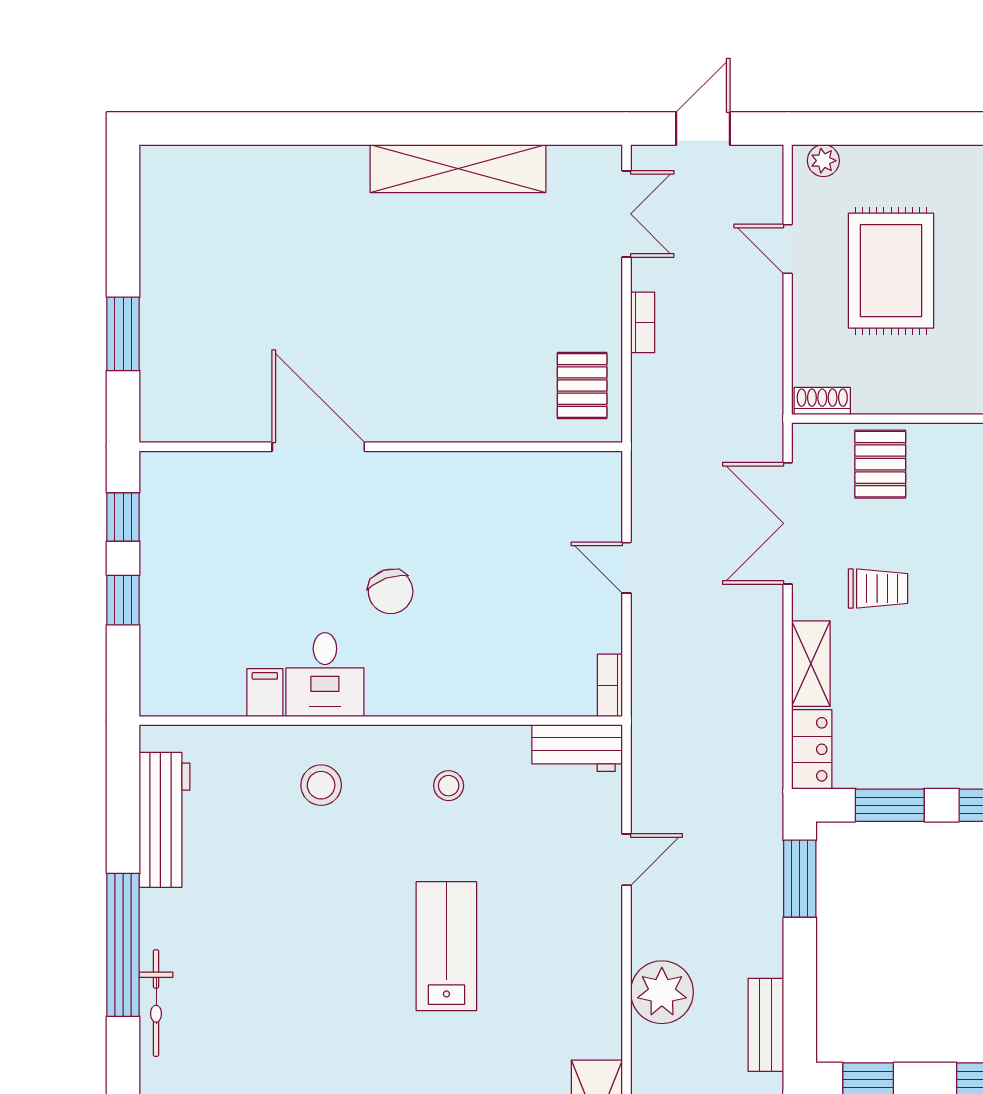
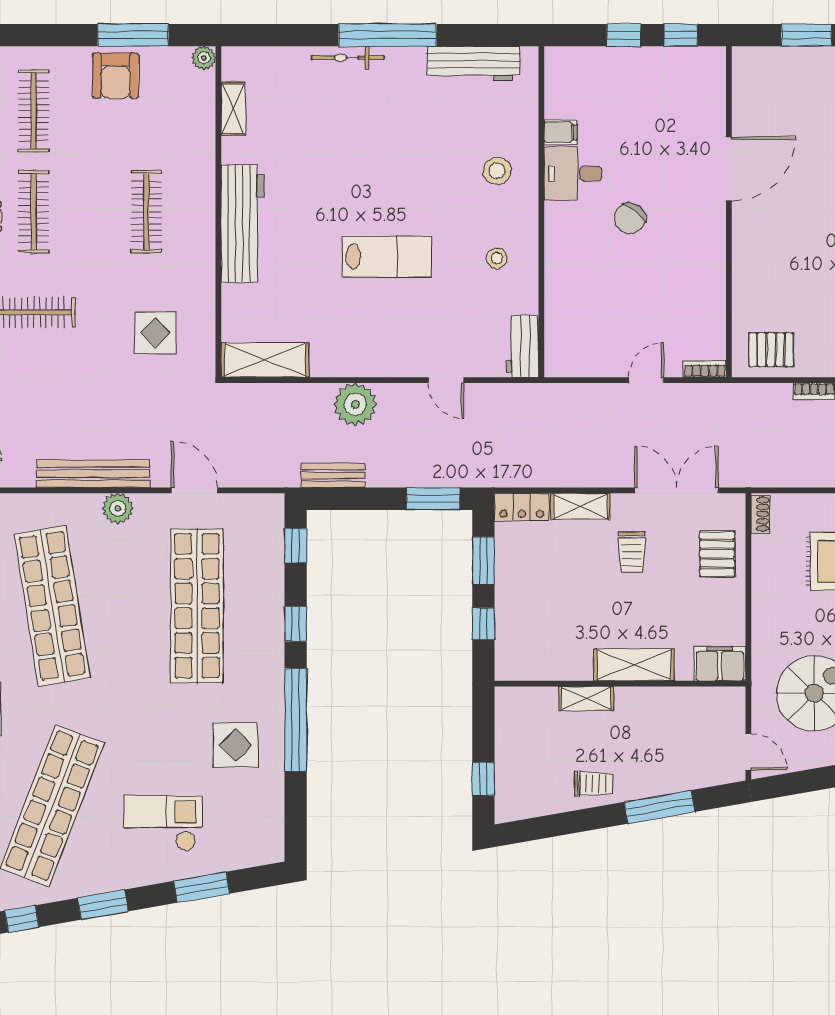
pallet: (880, 464) -> (717, 554), turned 90
chair: (391, 591) -> (630, 218), turned -33
bookcase: (610, 685) -> (705, 369), moved

